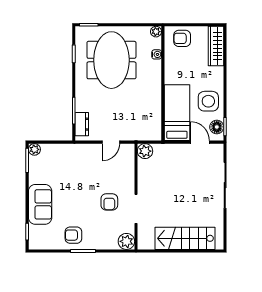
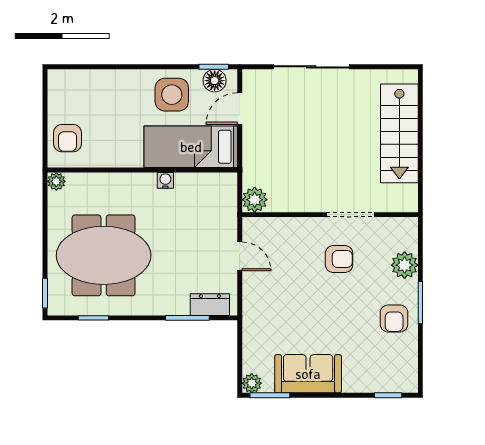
wardrobe: (216, 46) -> (80, 82), removed
water cooler: (157, 54) -> (165, 180), moved
sofa: (40, 204) -> (308, 374), moved
plant: (126, 241) -> (405, 265), moved

